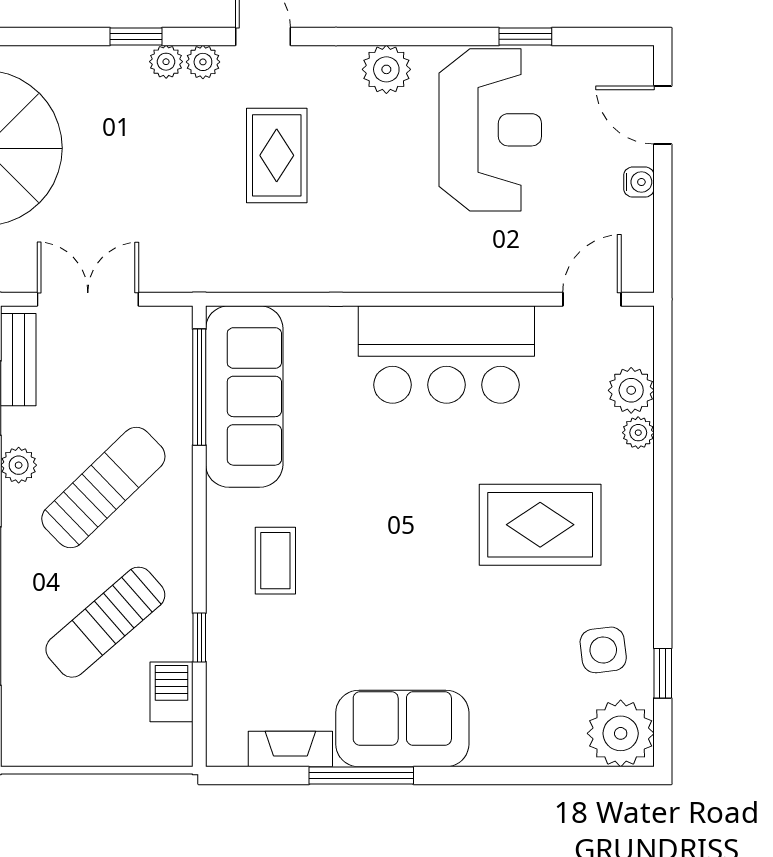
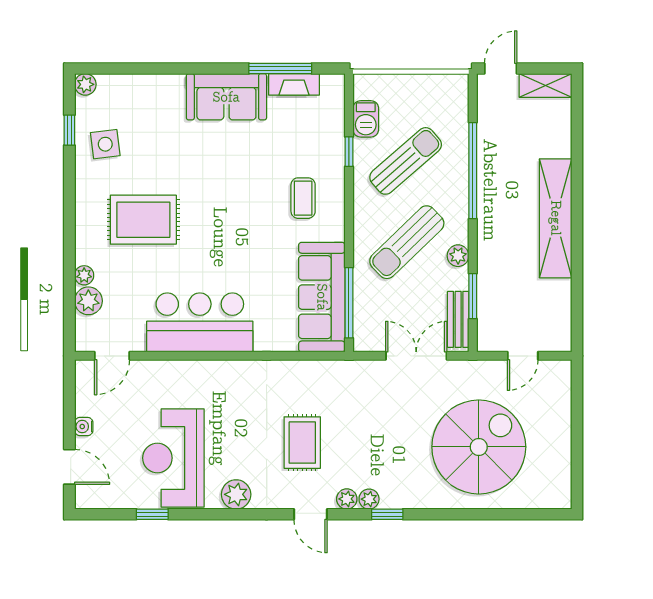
double door: (88, 299) -> (416, 356), swing flipped
plant: (621, 733) -> (85, 84), width x0.53, depth x0.53
window: (361, 775) -> (280, 68), moved

